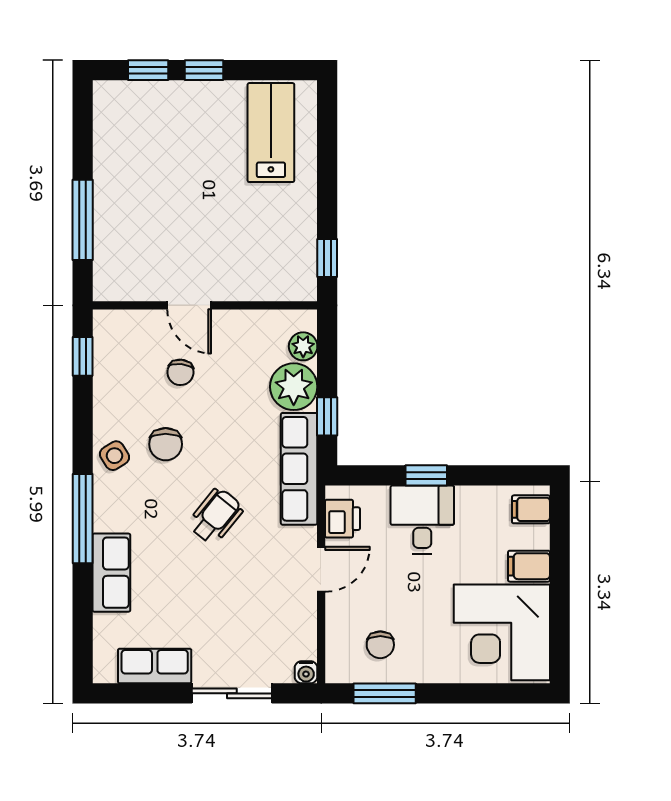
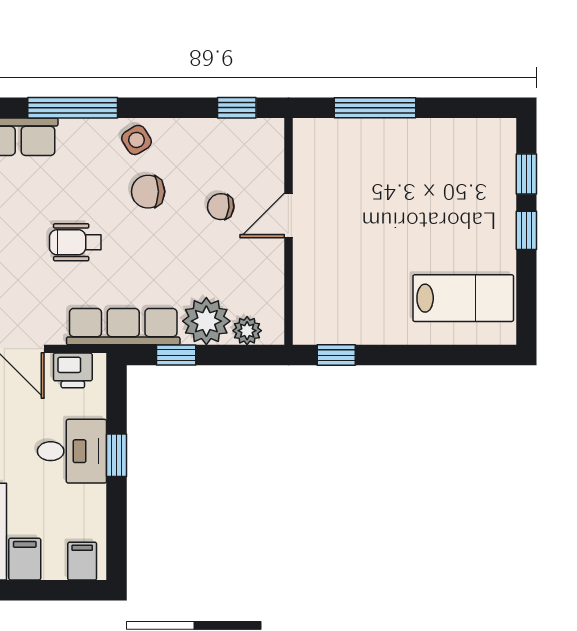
wheelchair: (216, 516) -> (75, 242), turned 141

